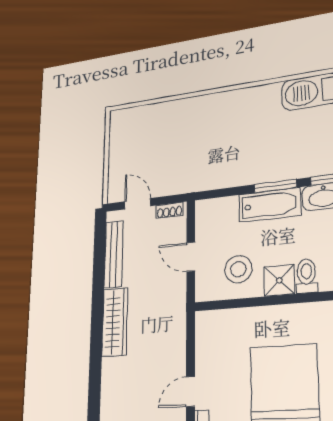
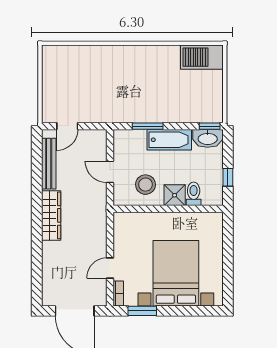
window: (275, 186) -> (148, 126), moved
door: (138, 204) -> (67, 126), swing flipped
shoe rack: (170, 210) -> (93, 135), removed

